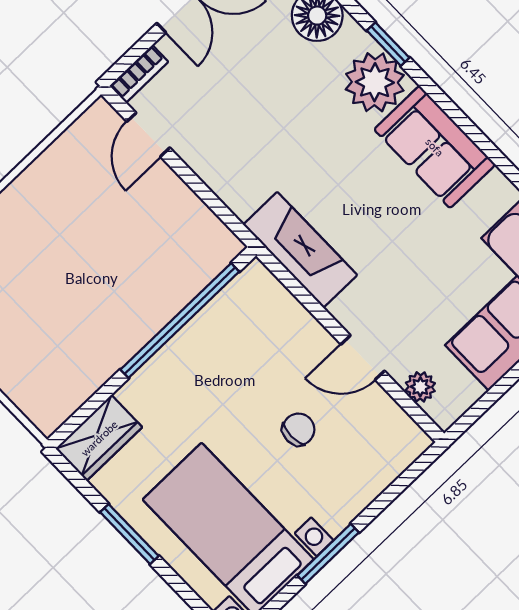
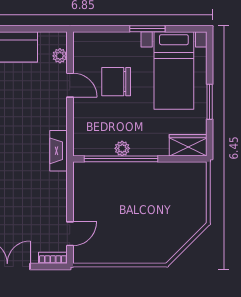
fireplace: (300, 250) -> (58, 151), width x0.73, depth x0.76
plant: (193, 338) -> (122, 148), added
chair: (298, 429) -> (116, 82), width x1.87, depth x1.87

